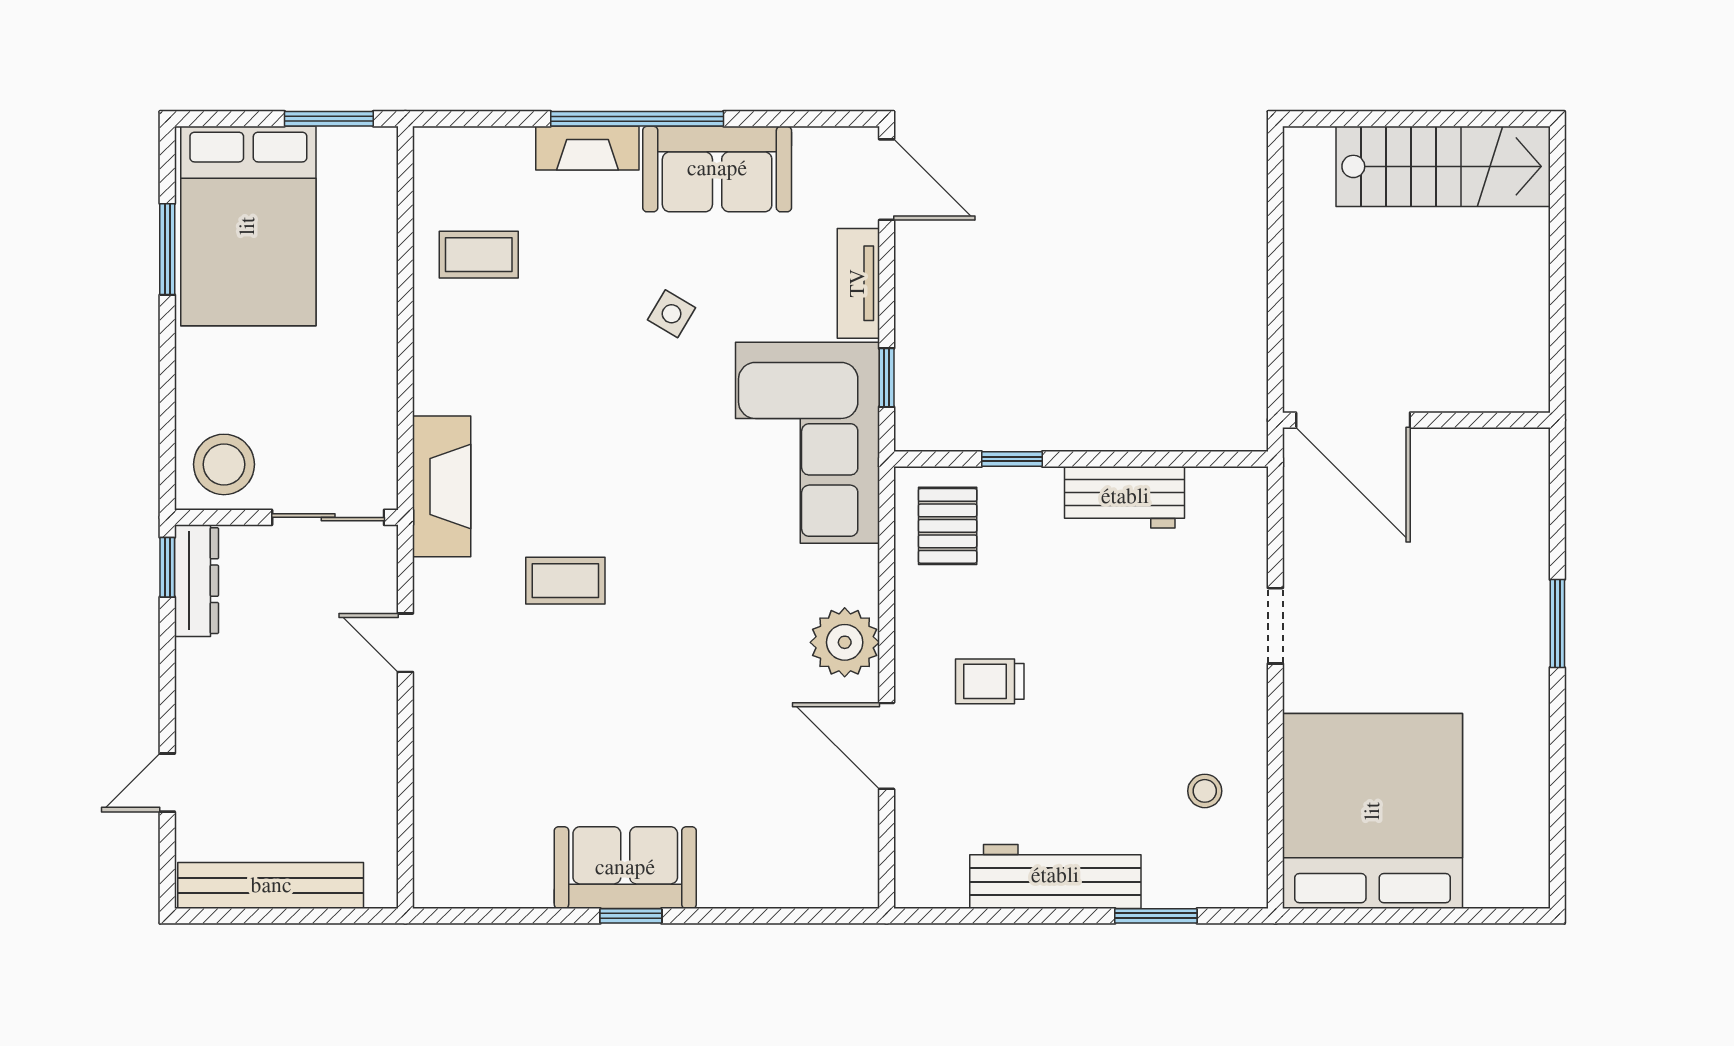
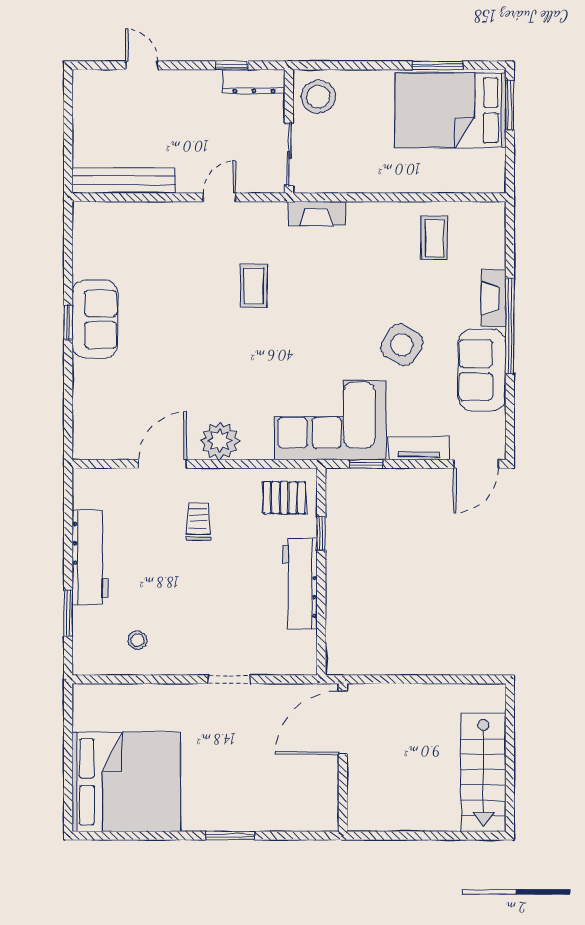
window: (329, 119) -> (510, 105), moved
side table: (672, 314) -> (402, 345), width x1.87, depth x1.87
fireplace: (442, 486) -> (317, 214), width x0.73, depth x0.76
workbench: (1125, 497) -> (300, 583), width x1.38
window: (167, 567) -> (232, 65), moved
bed: (1373, 811) -> (126, 782), moved
bench: (271, 886) -> (124, 180), moved, turned 90

